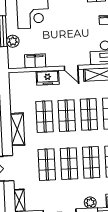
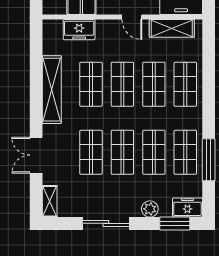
freezer: (48, 78) -> (79, 30), moved
shelving: (17, 129) -> (52, 90), width x1.47

